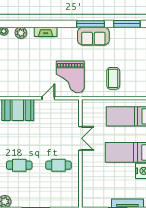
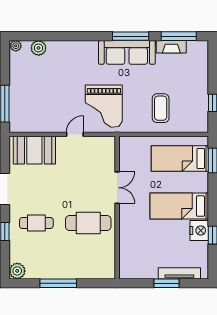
fireplace: (46, 32) -> (171, 47), moved
sofa: (93, 36) -> (127, 52), width x1.36
cafe table: (58, 165) -> (88, 223), width x1.37, depth x1.35

